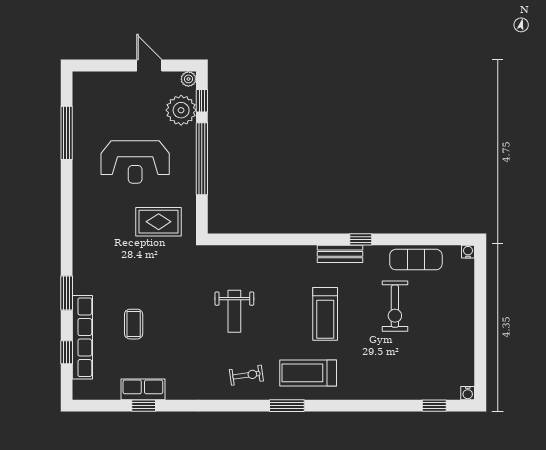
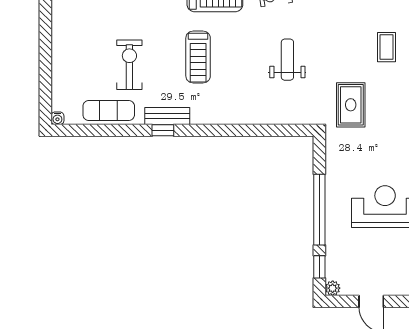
plant: (181, 110) -> (340, 257), removed
rug: (159, 222) -> (351, 105), moved, turned 90
bench: (340, 254) -> (167, 116), moved
treadmill: (325, 314) -> (198, 57), turned 180

